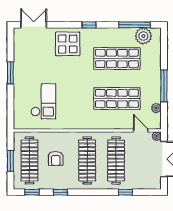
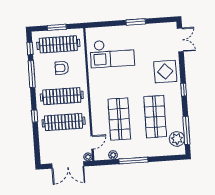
checkout: (43, 101) -> (112, 53), width x1.36, depth x1.21
window: (60, 192) -> (32, 74), width x2.17
window: (126, 192) -> (35, 116), moved

